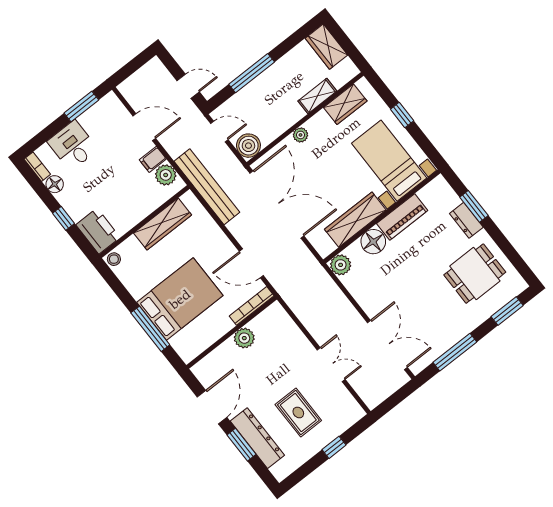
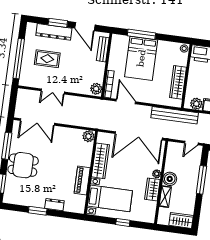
wardrobe: (345, 104) -> (152, 189), moved
boiler: (248, 146) -> (170, 179), moved
window: (474, 206) -> (38, 211), moved
floor lamp: (373, 242) -> (84, 159), removed
door: (251, 263) -> (126, 101), hinge flipped
dining table: (475, 274) -> (23, 165), moved, turned 90
plant: (244, 338) -> (96, 89), moved
bench: (217, 357) -> (103, 49), added
window: (334, 447) -> (19, 59), width x3.17

